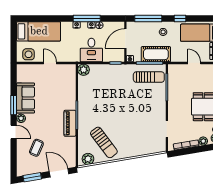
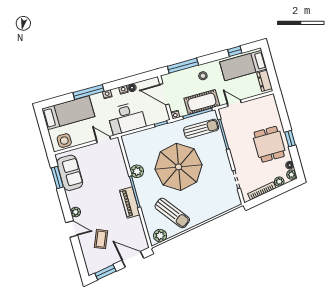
window: (87, 18) -> (89, 92), moved
window: (180, 18) -> (235, 51), moved
door: (125, 39) -> (164, 94), hinge flipped
desk: (91, 50) -> (126, 118), width x1.37
door: (50, 63) -> (104, 140), moved
door: (194, 63) -> (234, 103), moved
plant: (84, 70) -> (137, 171), moved
sofa: (26, 98) -> (70, 173), moved
parasol: (120, 104) -> (179, 167), added
window: (14, 105) -> (57, 178), moved

